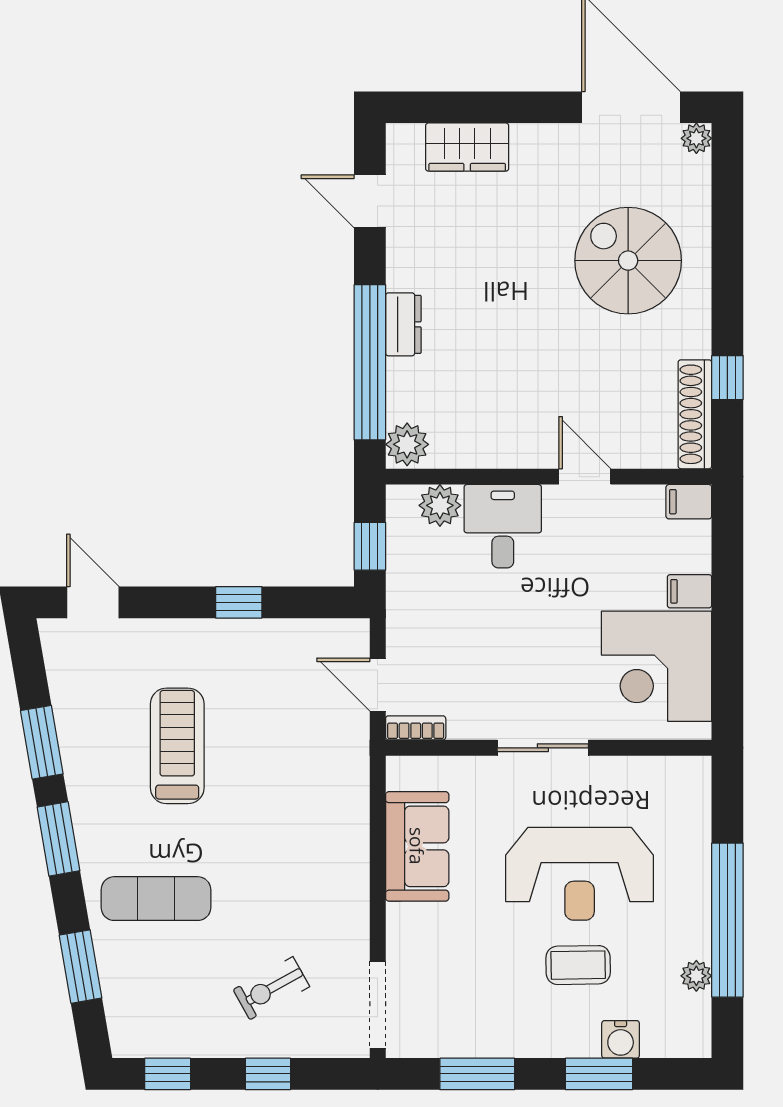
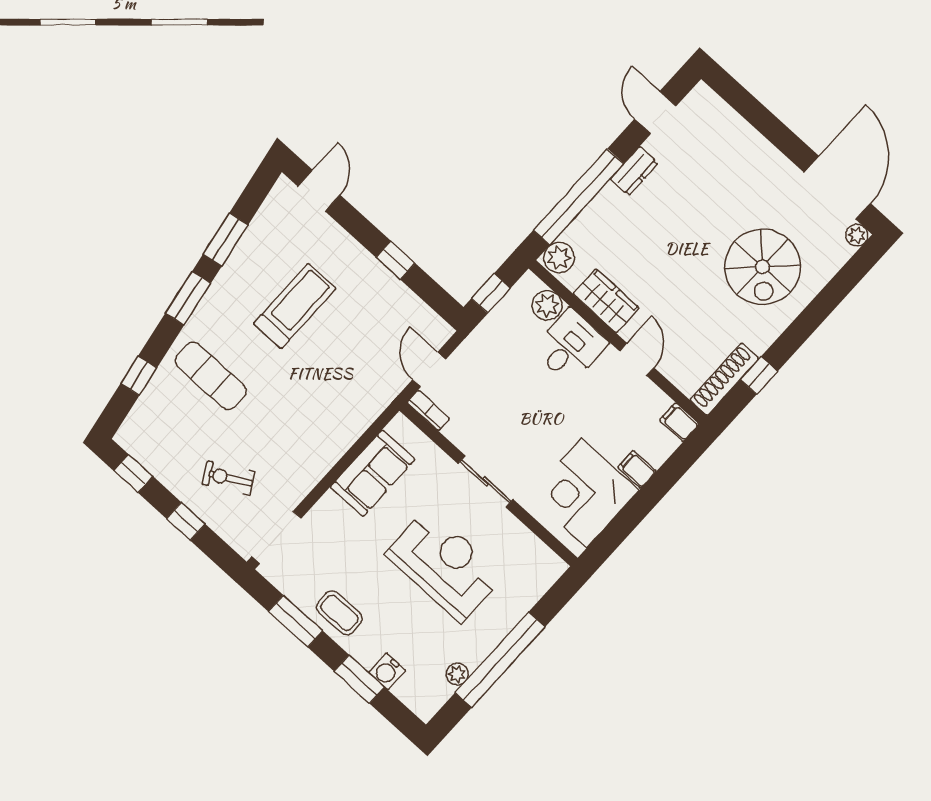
wardrobe: (467, 147) -> (606, 301), moved, turned 180
spiral stairs: (628, 261) -> (763, 267), turned 180
dresser: (403, 324) -> (634, 171), moved
reception desk: (580, 874) -> (445, 565), turned 180
coffee table: (578, 965) -> (339, 613), moved
window: (81, 967) -> (139, 376), width x0.67

